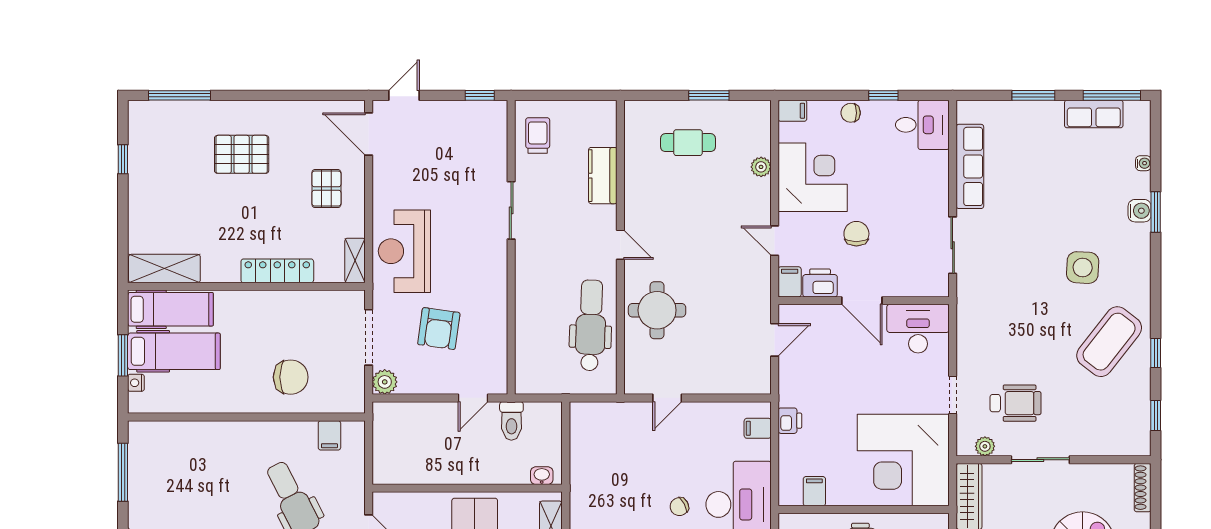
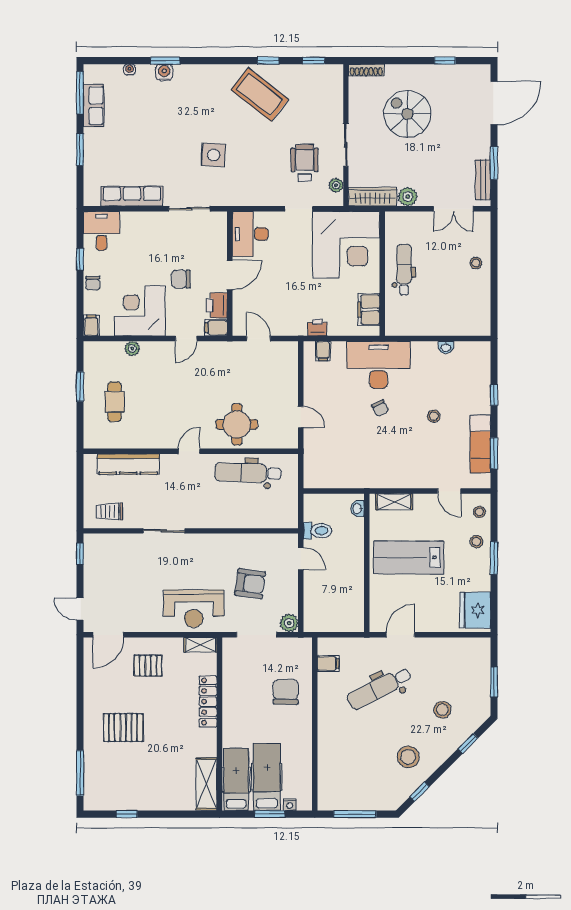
pallet: (242, 154) -> (123, 728), turned 90
kitchen counter: (603, 176) -> (128, 464), width x1.50
side table: (1083, 268) -> (214, 155), moved
filing cabinet: (814, 491) -> (369, 310), width x2.00

